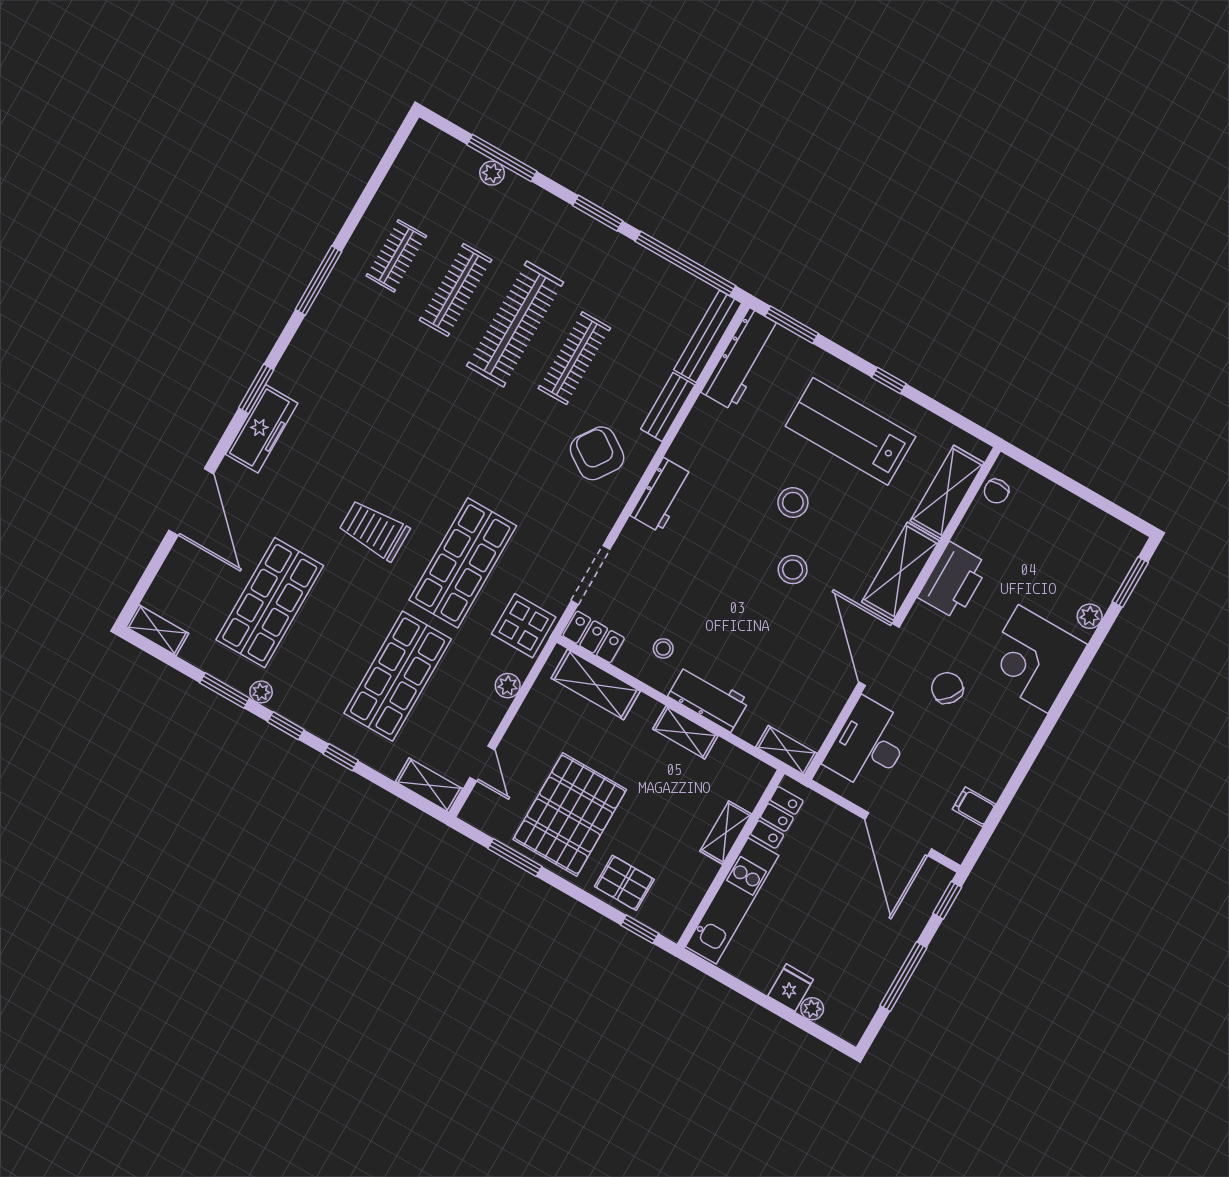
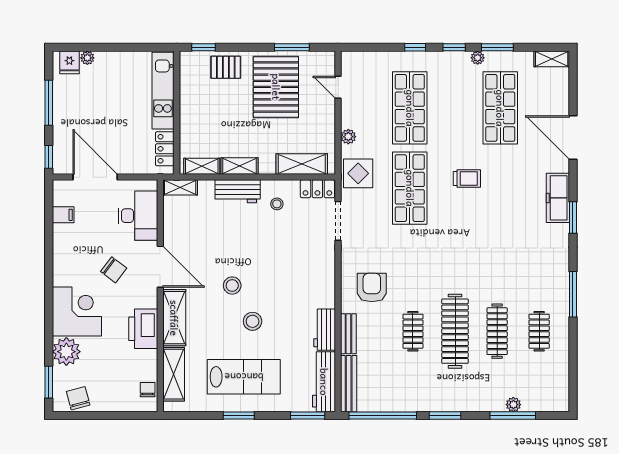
clothes rail: (574, 358) -> (413, 331), width x0.73
window: (889, 381) -> (239, 416), width x1.50
armchair: (597, 453) -> (372, 288), turned -124
workbench: (662, 495) -> (325, 330), moved
trolley: (374, 530) -> (467, 178), width x0.73, depth x0.72
chair: (1102, 535) -> (78, 398), added
plant: (1090, 616) -> (66, 352), width x1.88, depth x1.88
shelving: (429, 785) -> (360, 59), removed
shelving: (726, 833) -> (202, 166), moved, turned 90
fridge: (791, 988) -> (69, 62), moved

